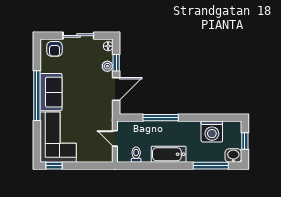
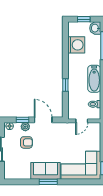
armchair: (55, 49) -> (26, 142), moved
window: (37, 96) -> (48, 182), width x0.47
window: (161, 118) -> (65, 85), width x0.46

